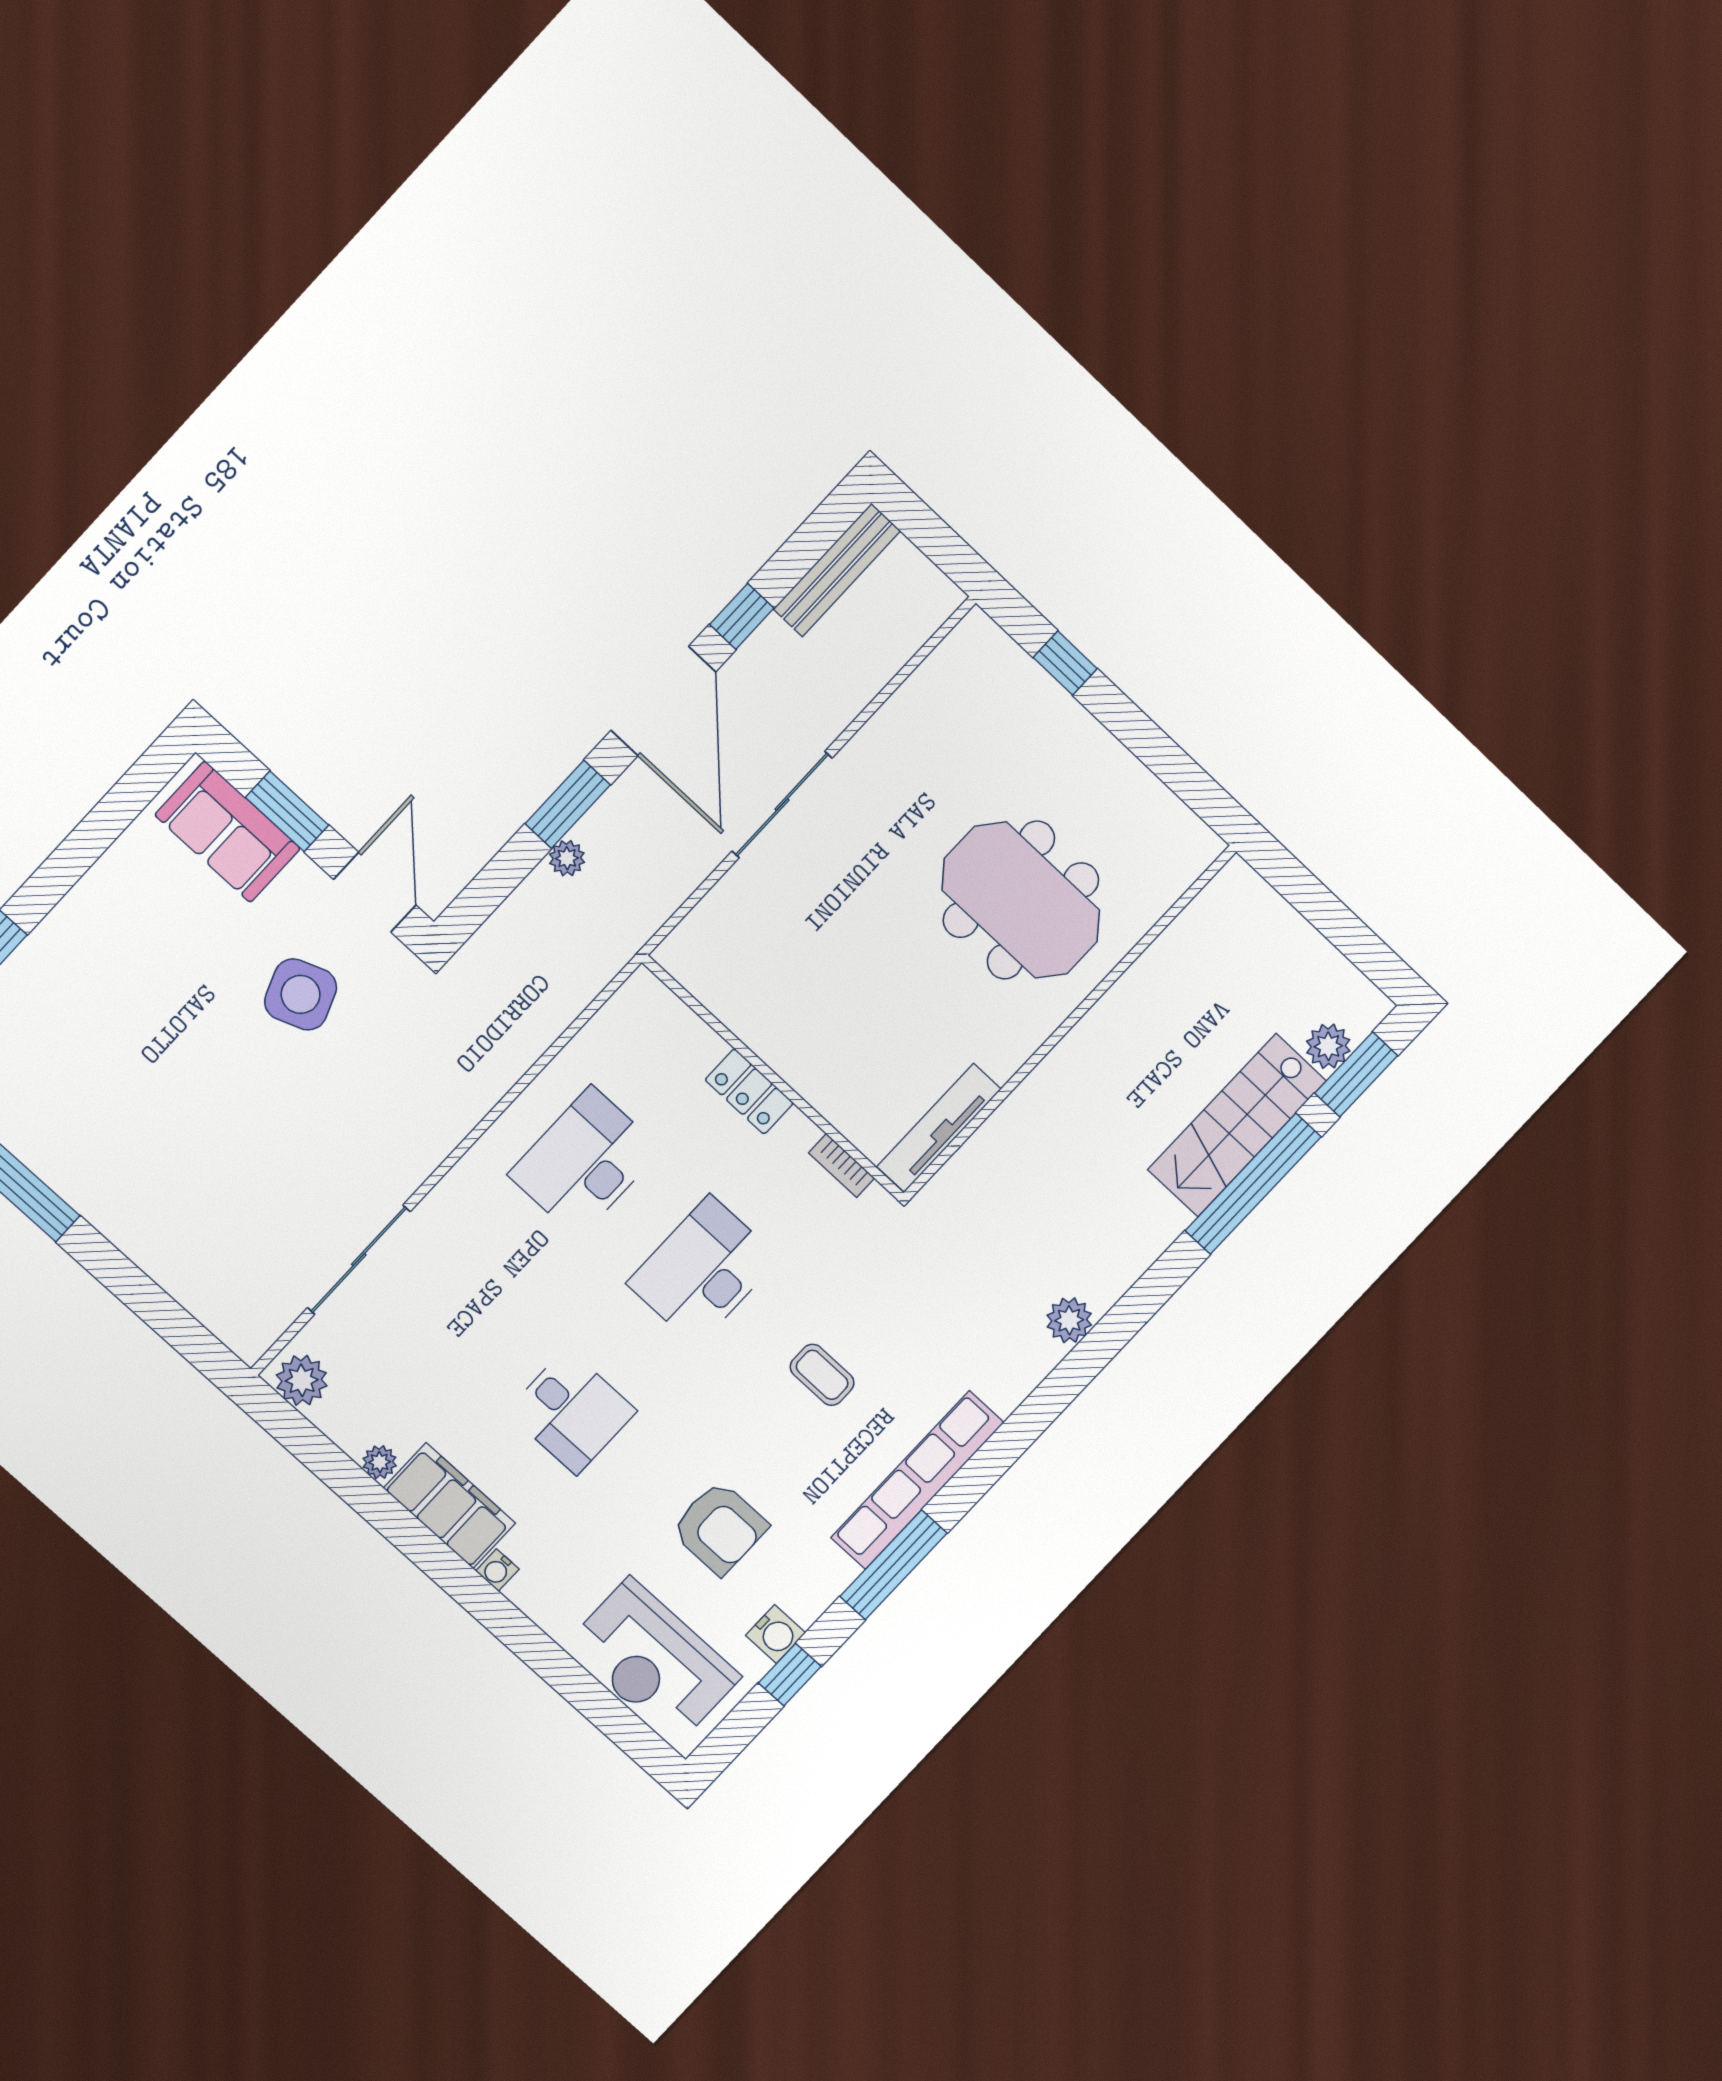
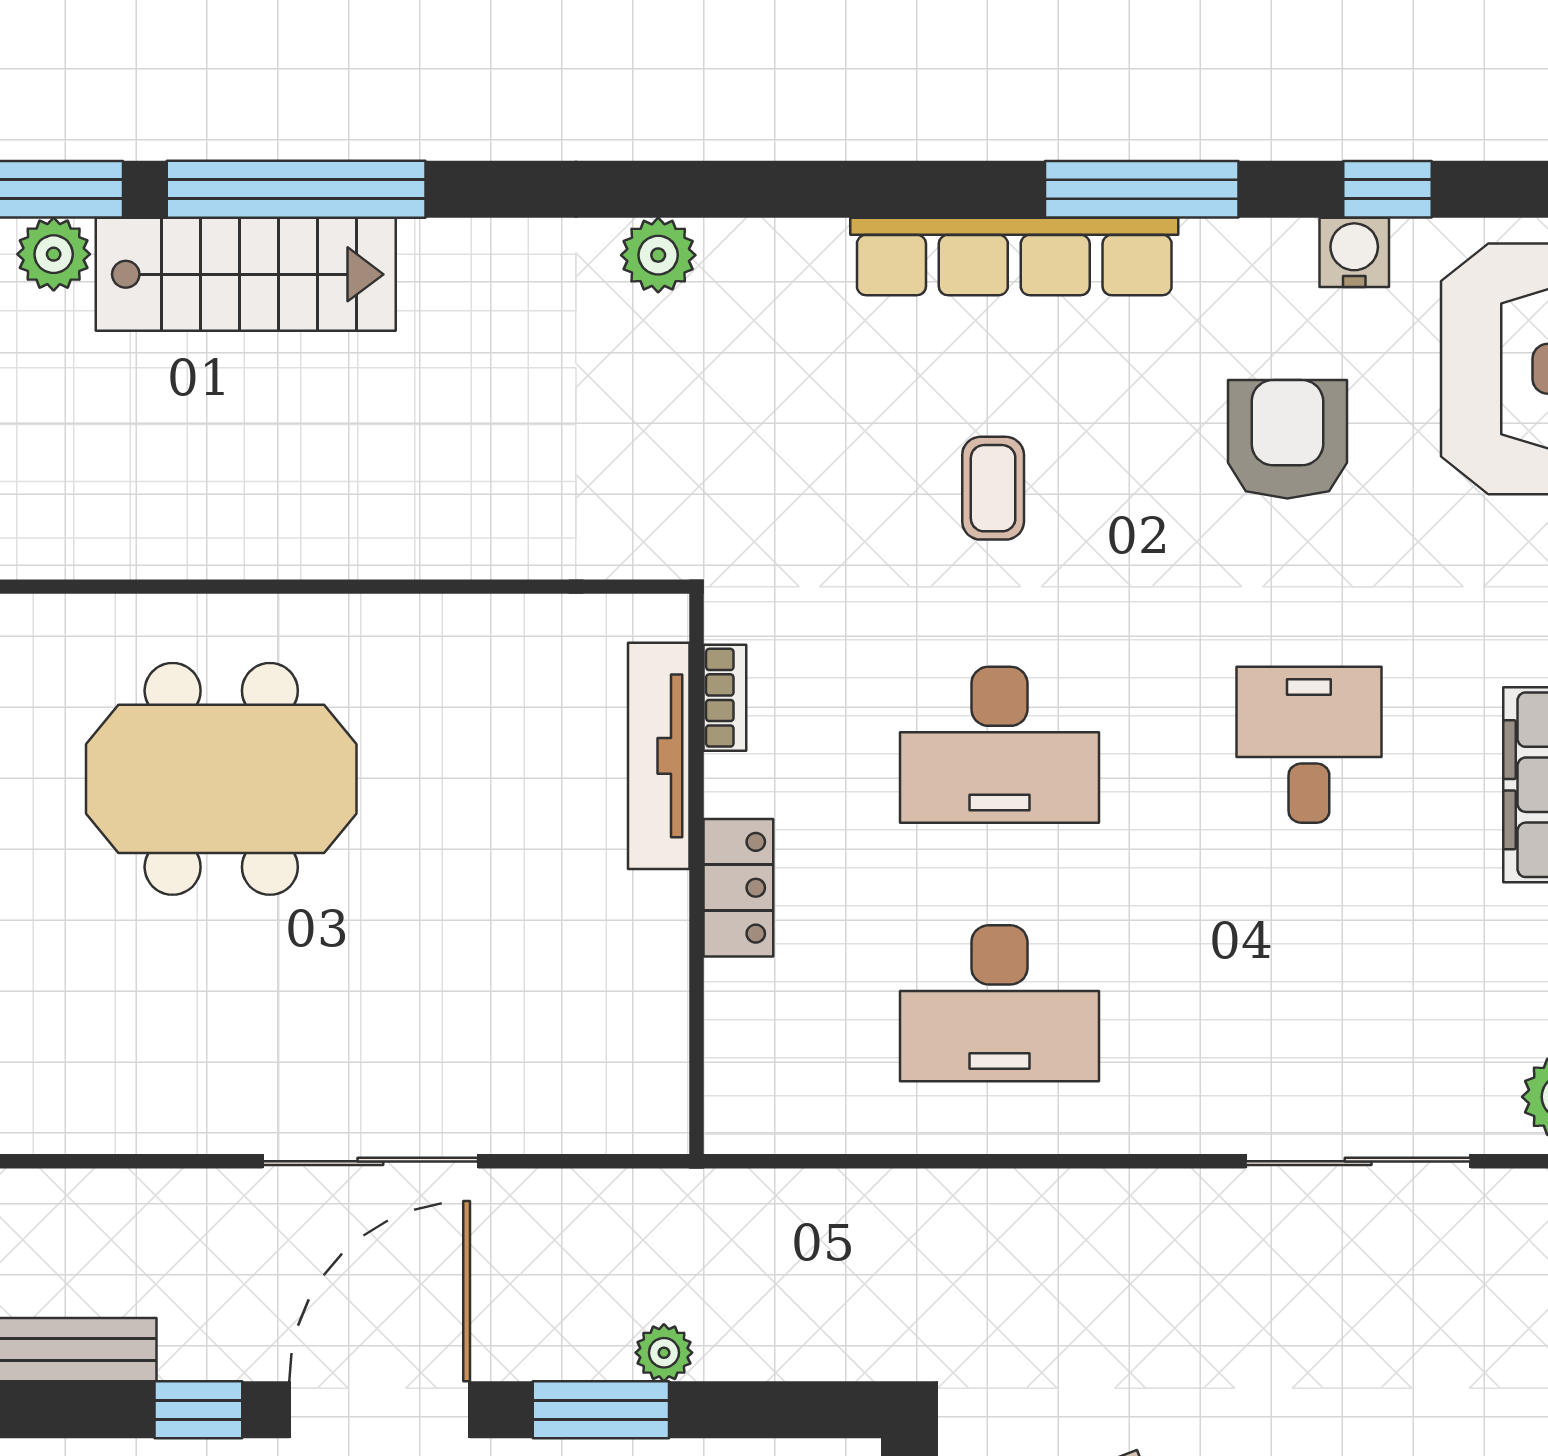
meeting table: (1021, 900) -> (221, 779), turned 90
tv unit: (939, 1128) -> (659, 756), moved, turned 90

